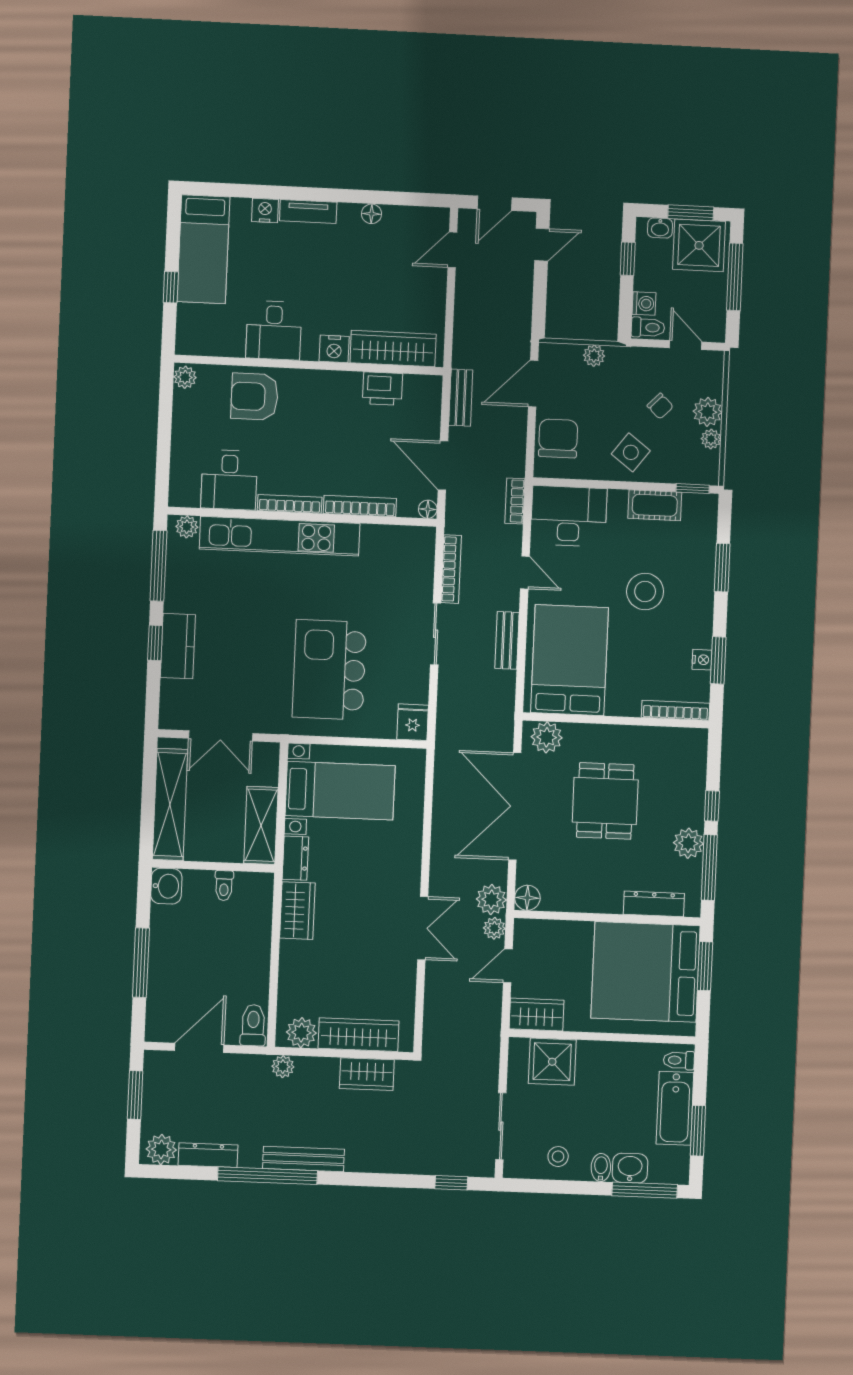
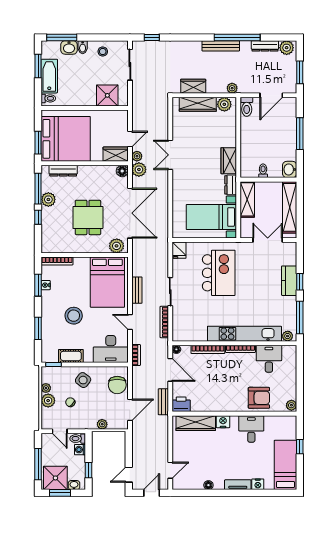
printer: (383, 389) -> (181, 404), moved
wardrobe: (537, 1015) -> (116, 154), moved, turned 180

